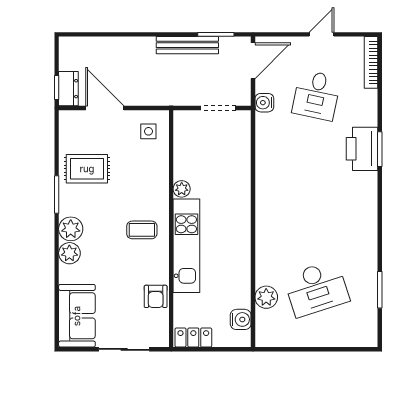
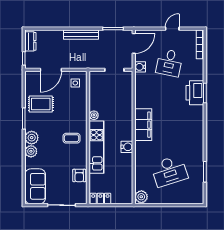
bench: (187, 45) -> (81, 35), moved
dresser: (68, 89) -> (30, 41), moved
door: (105, 108) -> (51, 70), swing flipped
filing cabinet: (270, 206) -> (143, 125), added
plant: (266, 297) -> (141, 197), moved
water cooler: (241, 319) -> (127, 147), moved

